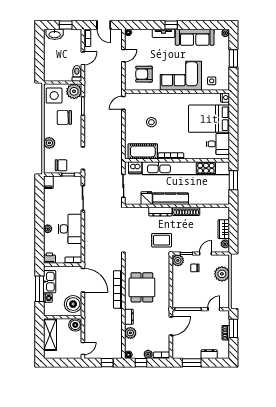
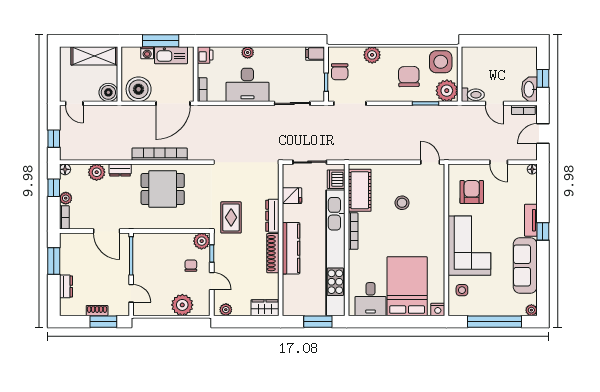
washbasin: (55, 34) -> (529, 89), moved
window: (233, 58) -> (495, 322), width x2.11
kitchen counter: (171, 199) -> (291, 248), moved
wardrobe: (224, 229) -> (265, 308), moved

